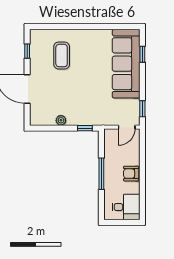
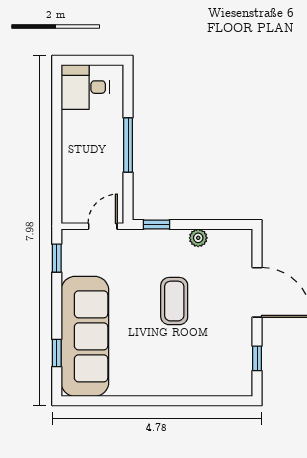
coffee table: (62, 56) -> (174, 301), moved
door: (127, 127) -> (103, 226), moved
armchair: (131, 174) -> (76, 145), removed

